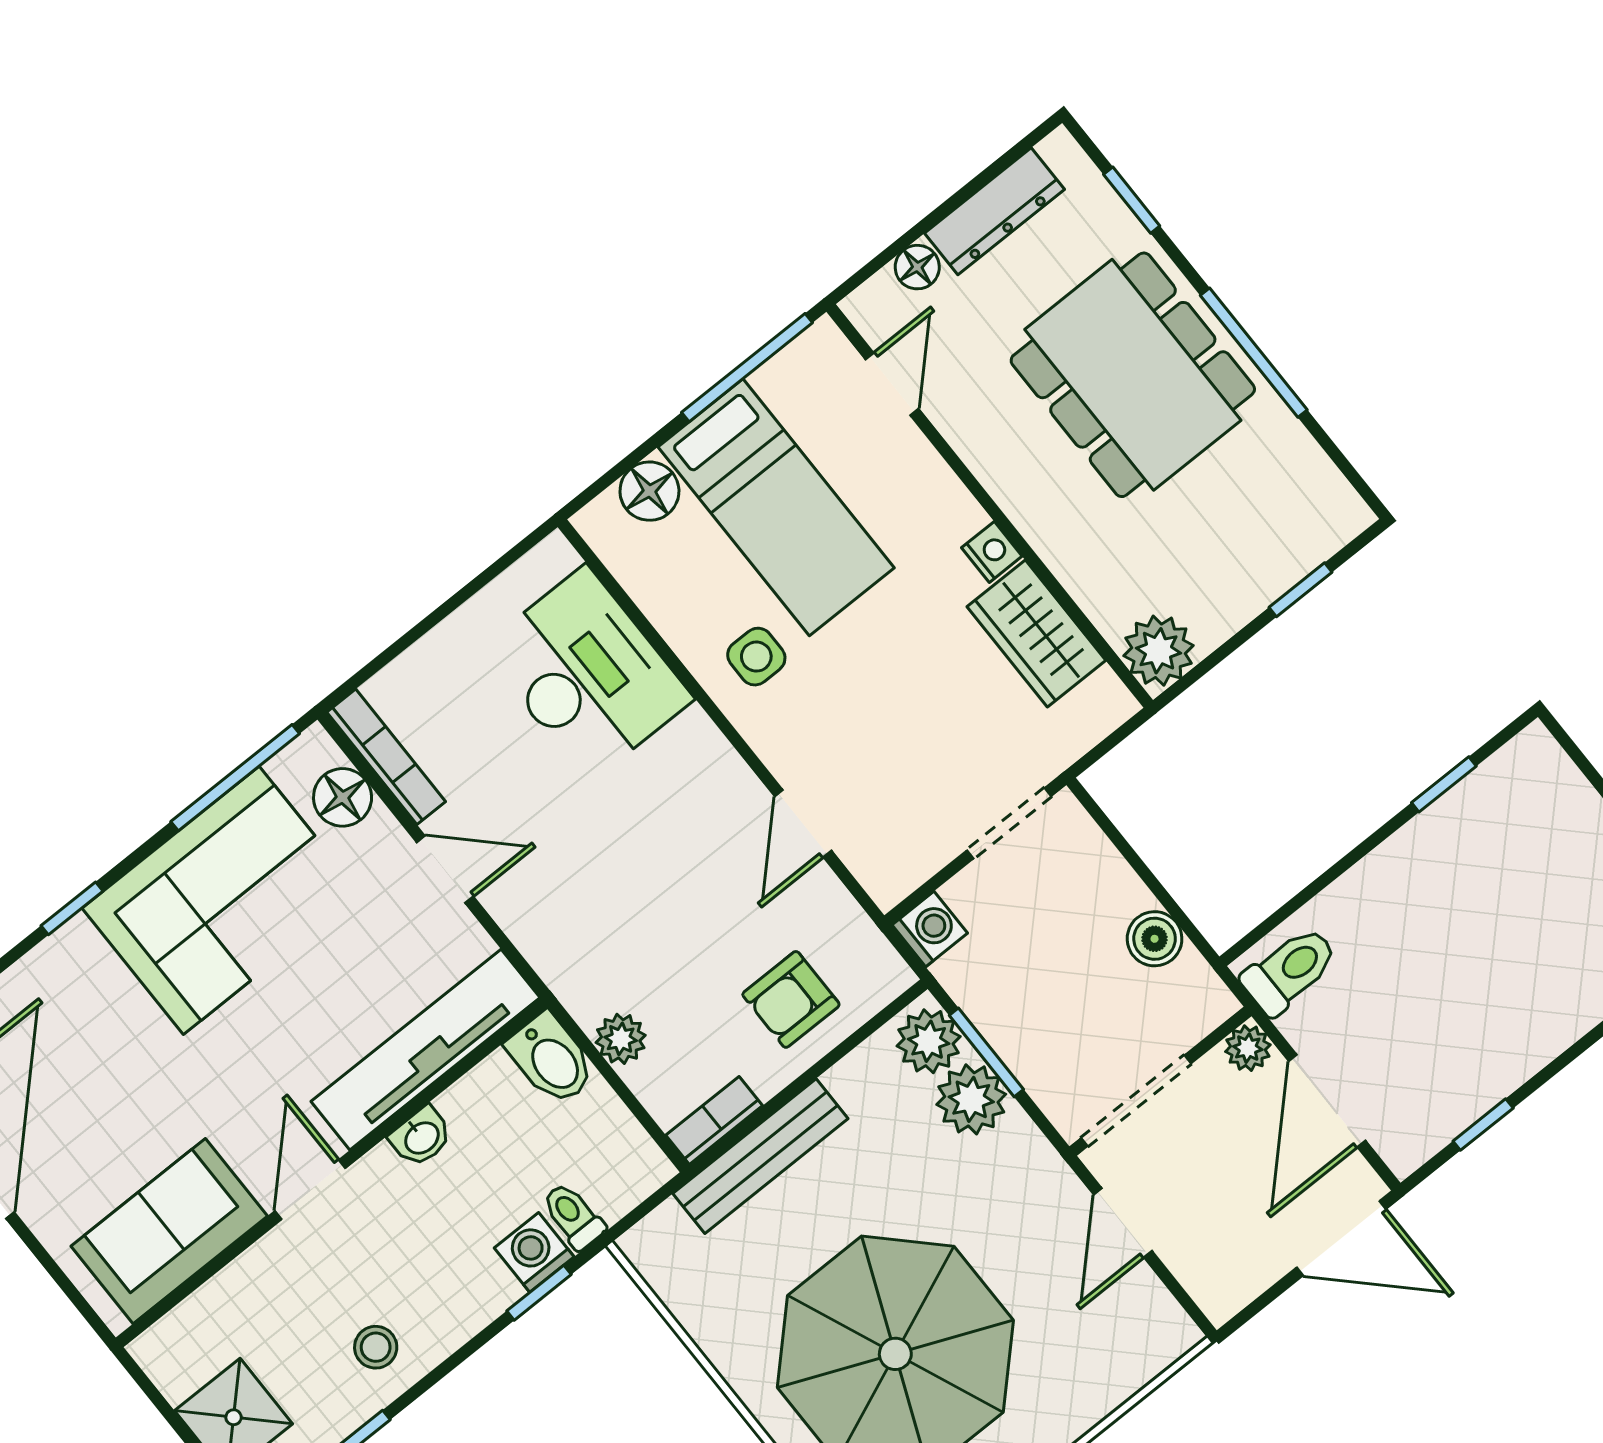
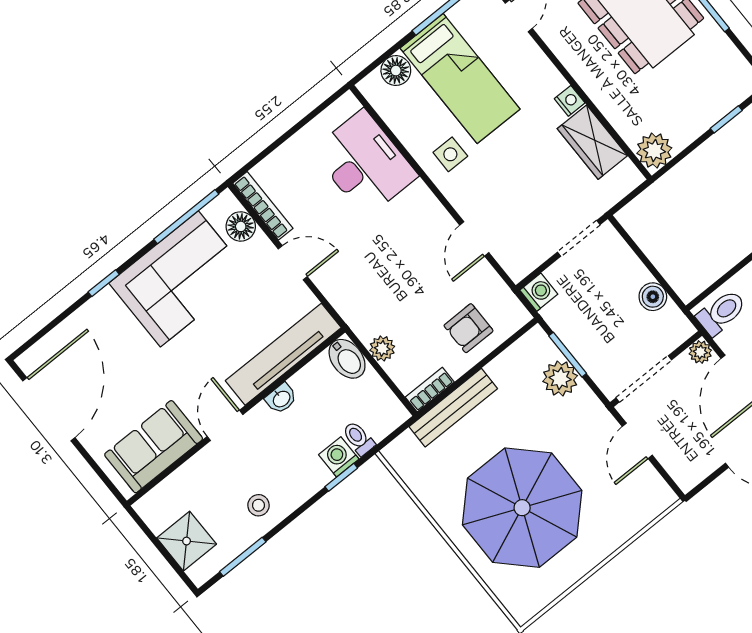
plant: (929, 1041) -> (538, 349), removed

